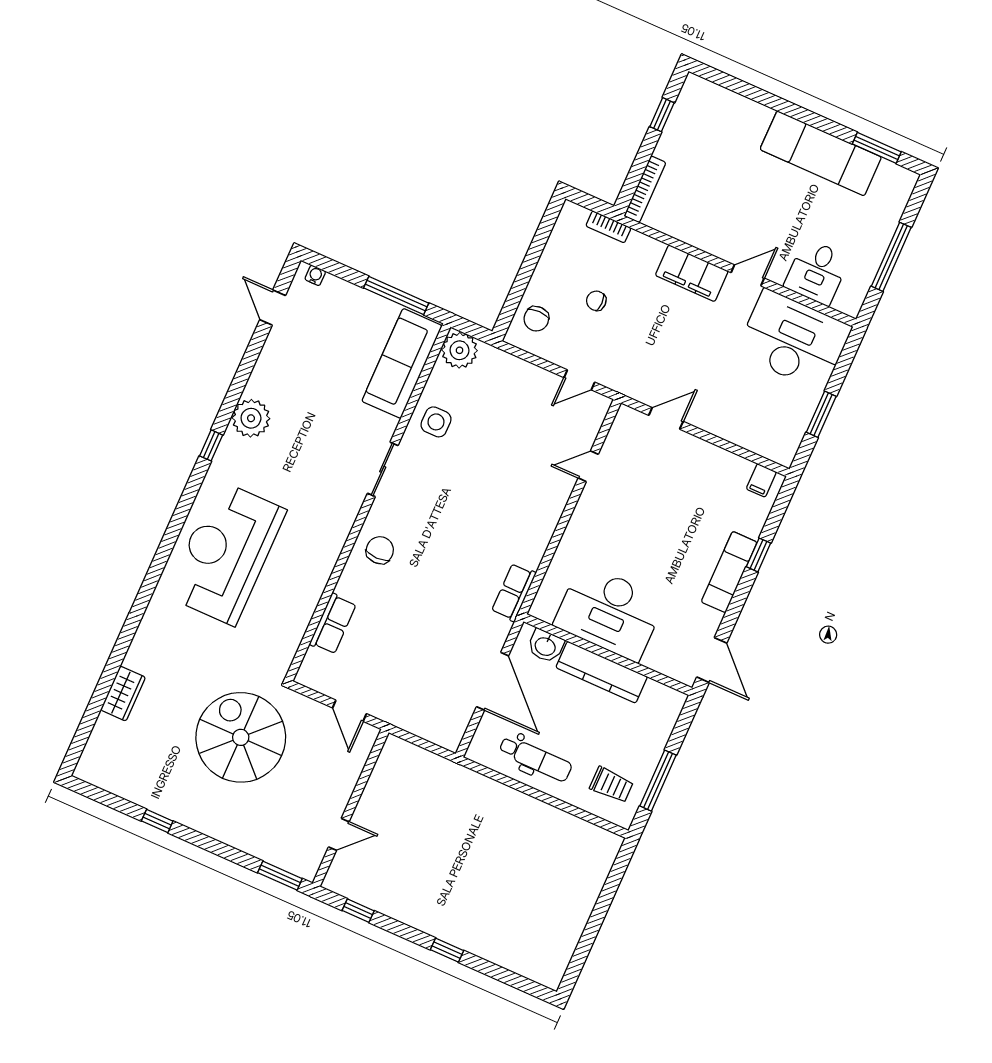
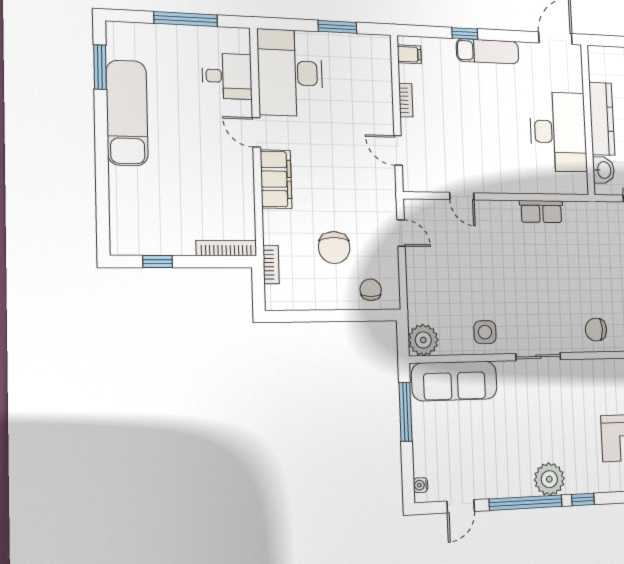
chair: (596, 301) -> (334, 248), width x1.87, depth x1.87
chair: (536, 319) -> (371, 290), turned -90
window: (240, 380) -> (526, 503), added
bookcase: (715, 453) -> (406, 100), added
row of seats: (514, 592) -> (541, 212), moved

